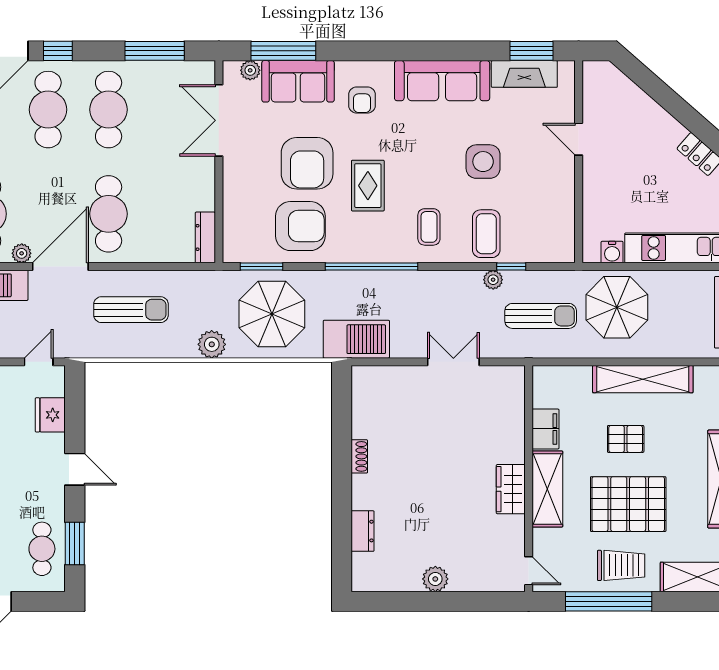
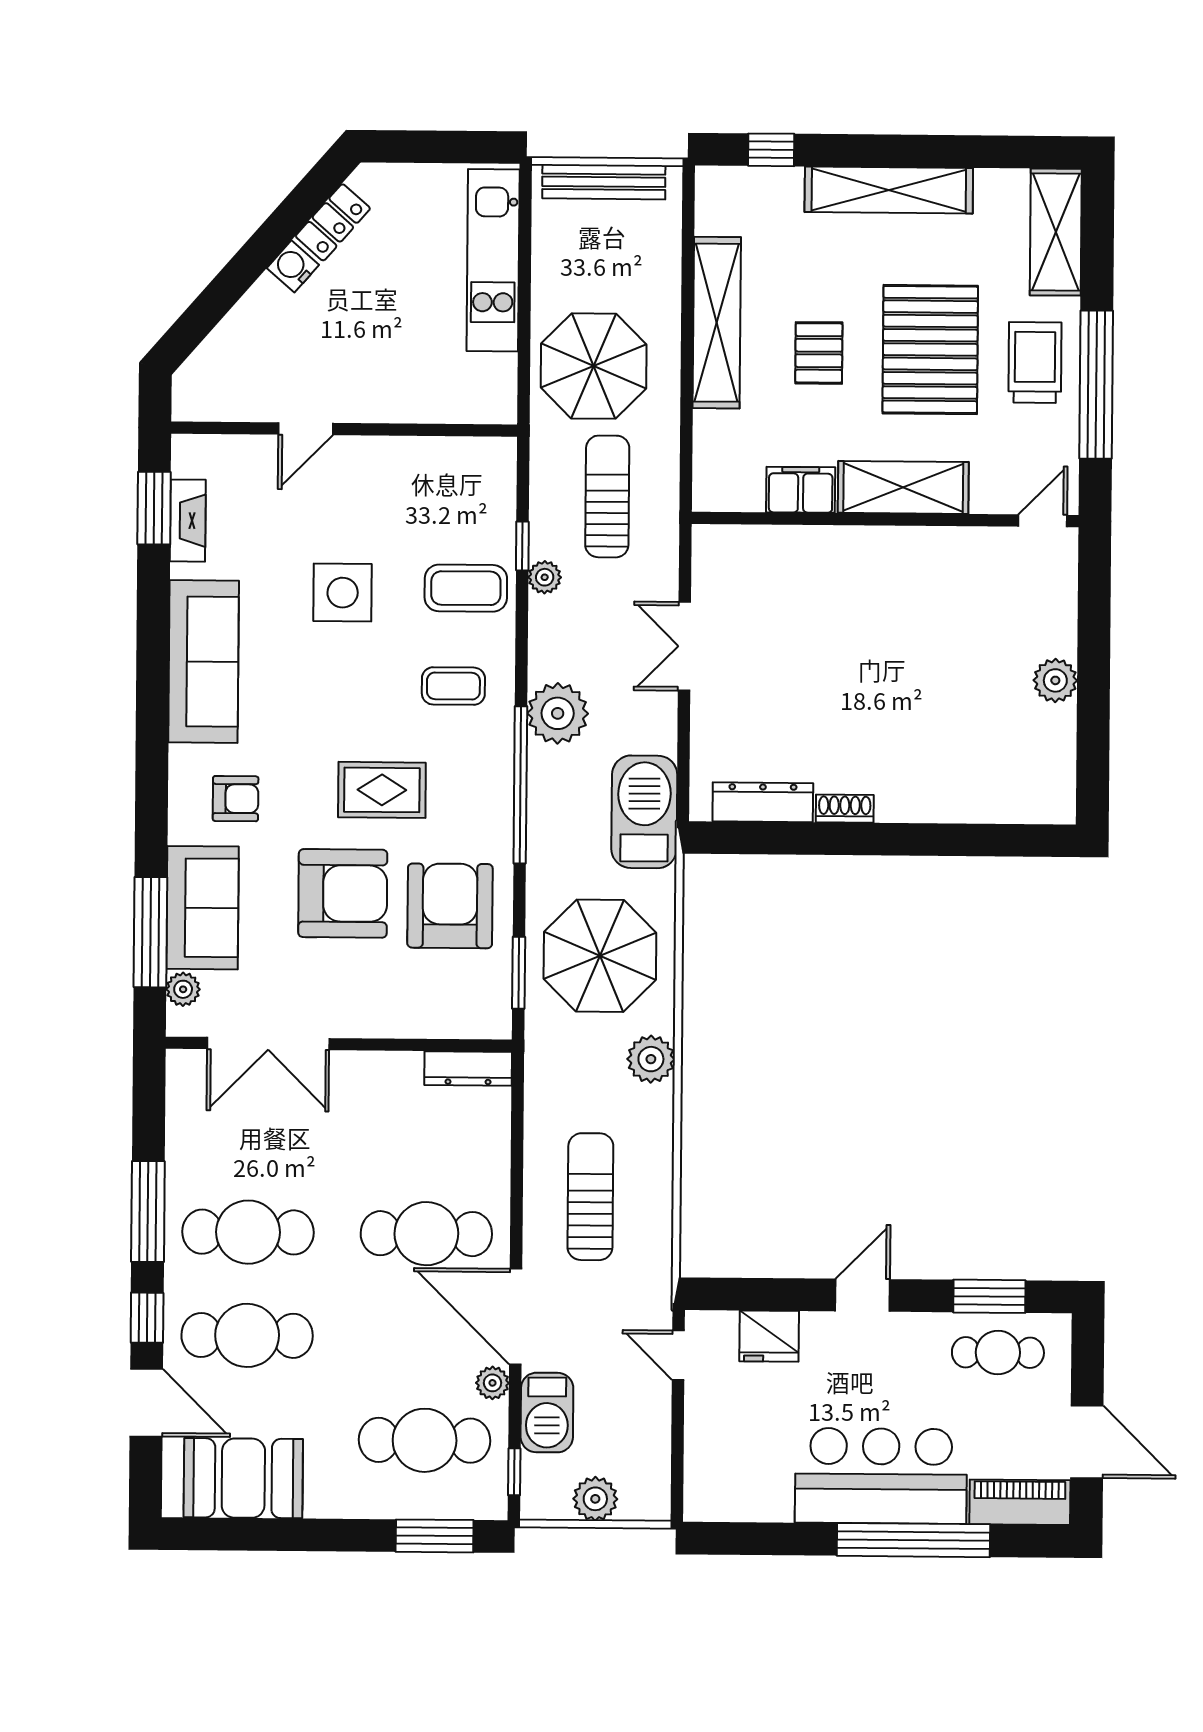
window: (155, 51) -> (148, 1211), moved
fireplace: (524, 74) -> (188, 521), width x0.73, depth x0.76
water cooler: (612, 252) -> (293, 266), moved, turned -139
plant: (414, 288) -> (558, 713), added
wardrobe: (511, 489) -> (903, 550), removed
dresser: (363, 531) -> (763, 802), moved, width x1.44

